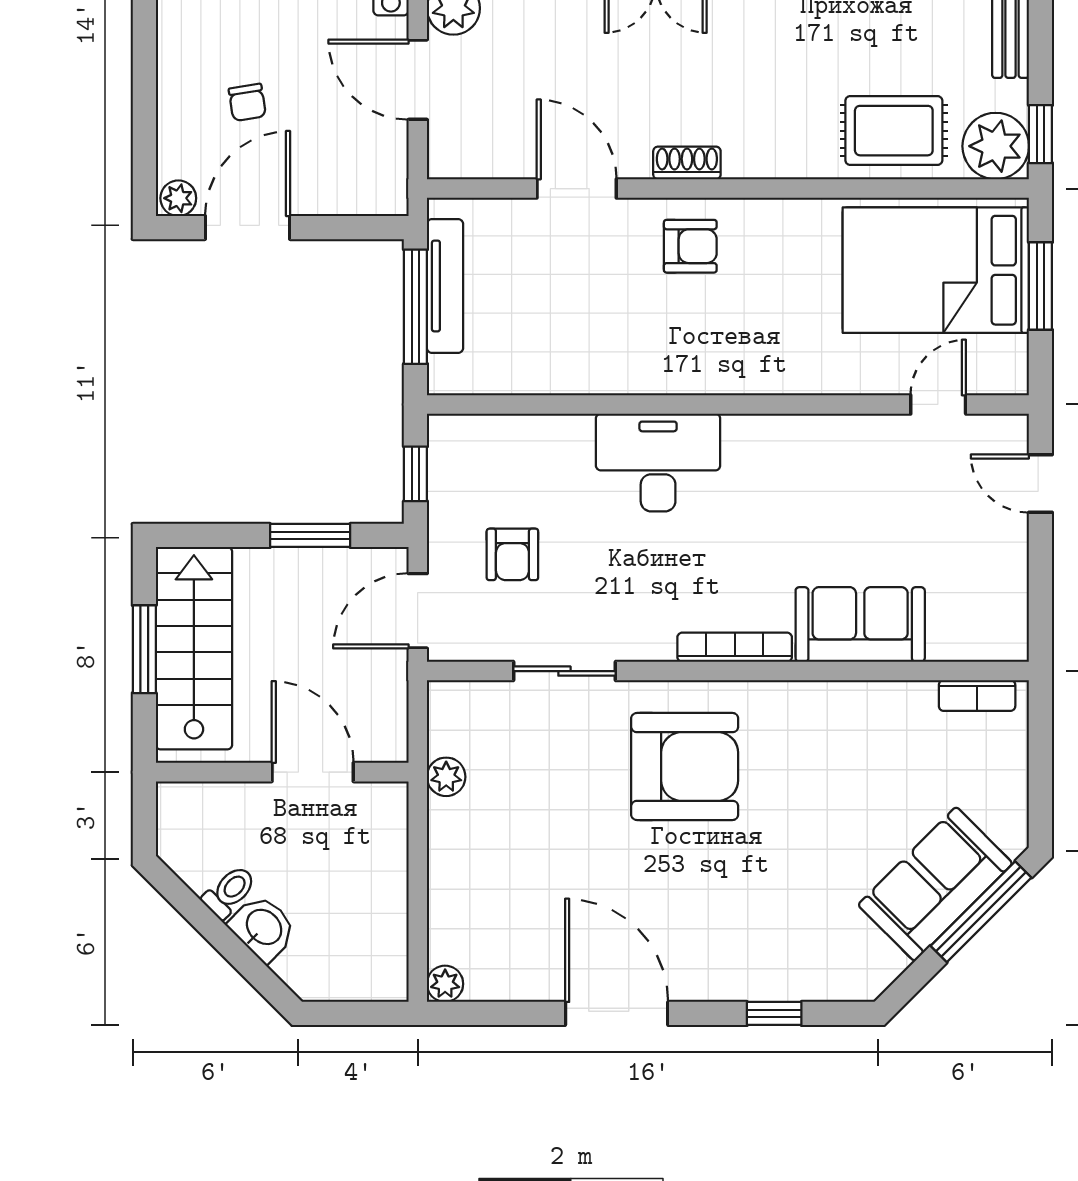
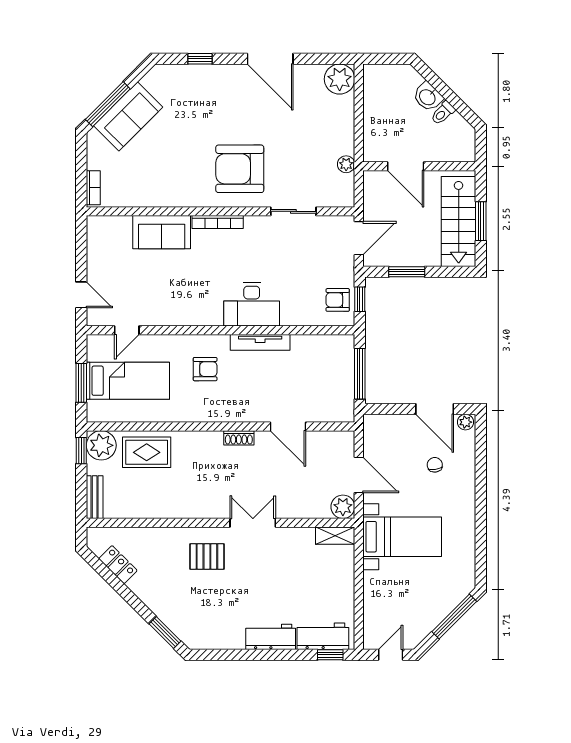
door: (248, 228) -> (435, 409), hinge flipped
armchair: (690, 246) -> (205, 369), moved, turned 180
bed: (936, 270) -> (128, 381), width x0.67
tv unit: (445, 286) -> (260, 342), moved, turned -90
armchair: (512, 554) -> (338, 300), moved, turned -90
bookcase: (977, 696) -> (93, 188), moved, turned 90
plant: (445, 984) -> (340, 79), width x1.88, depth x1.88

